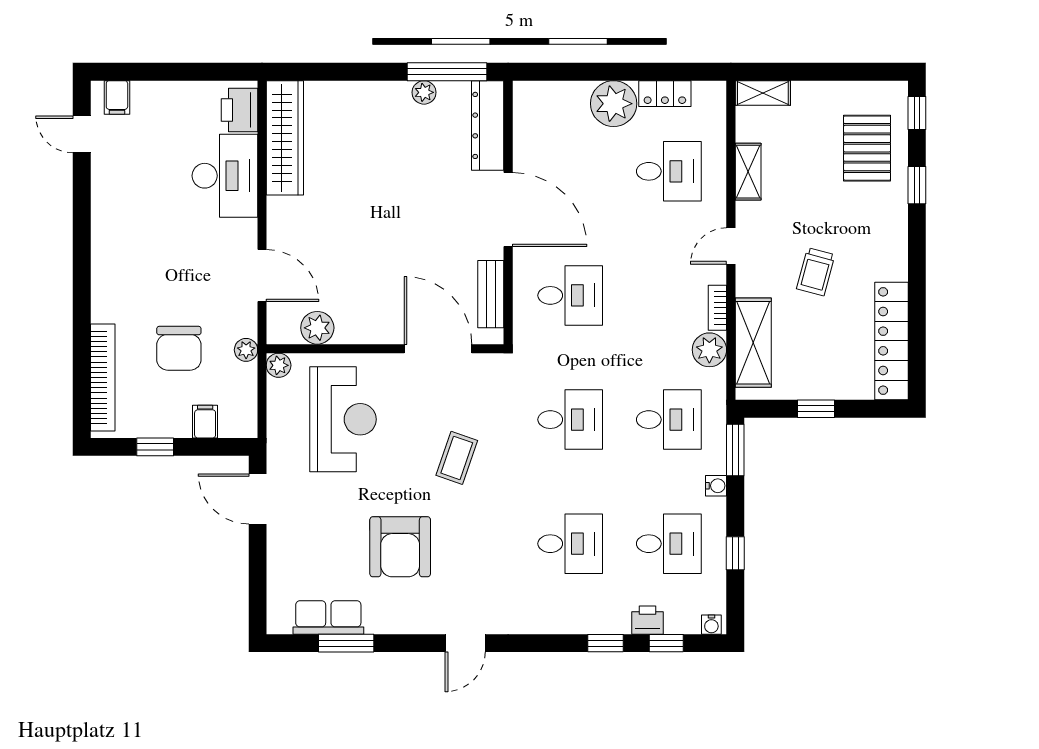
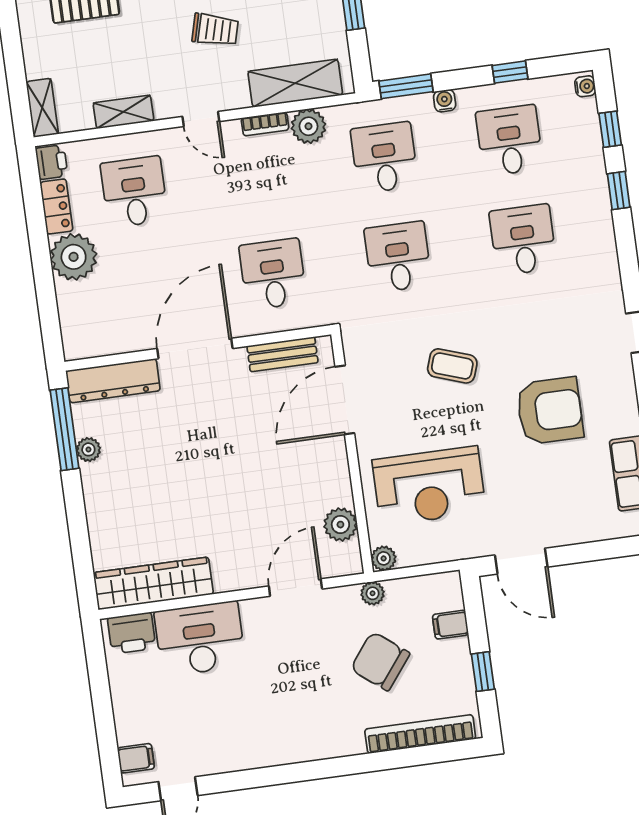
chair: (179, 348) -> (380, 661), turned -142
reception desk: (343, 419) -> (429, 486), turned 180
door: (258, 499) -> (521, 561), hinge flipped
printer: (647, 620) -> (52, 162), moved, turned 180

